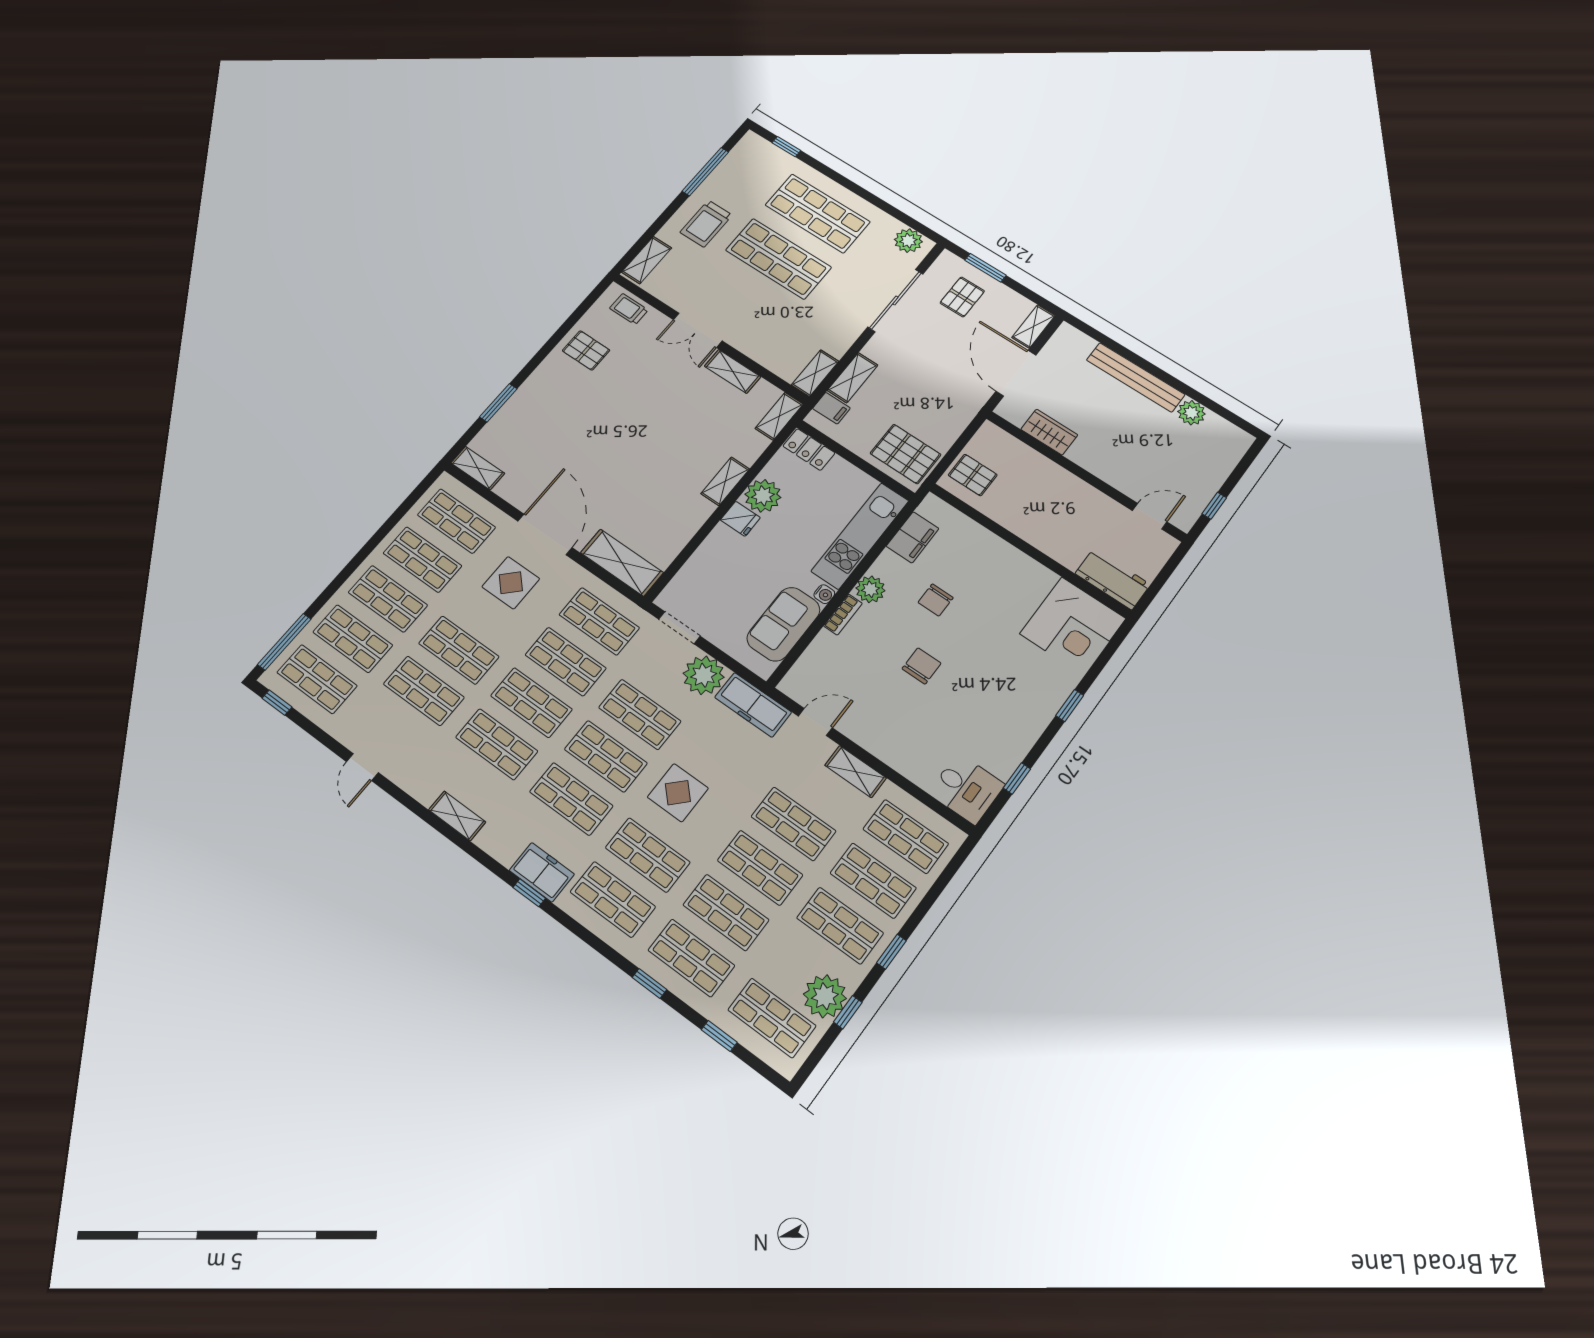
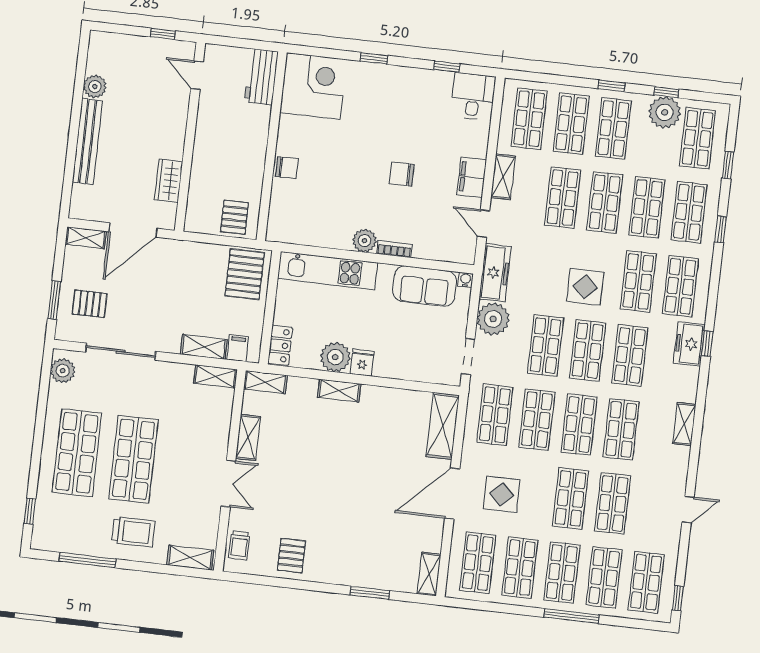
filing cabinet: (913, 537) -> (472, 177), moved, turned -90
water cooler: (824, 594) -> (465, 280), moved
chair: (936, 600) -> (287, 168), moved
window: (284, 642) -> (571, 616), moved

